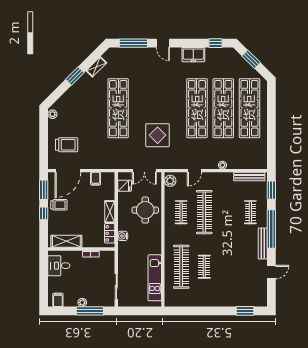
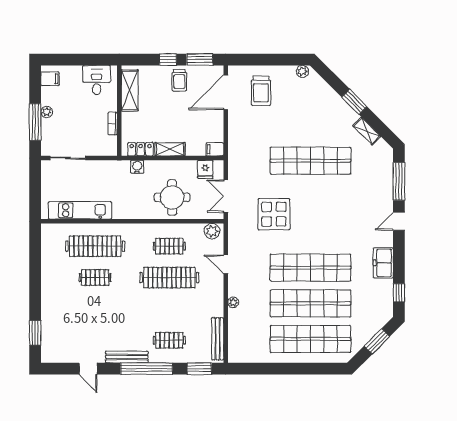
door: (68, 171) -> (226, 92), hinge flipped
filing cabinet: (96, 179) -> (215, 149), moved

